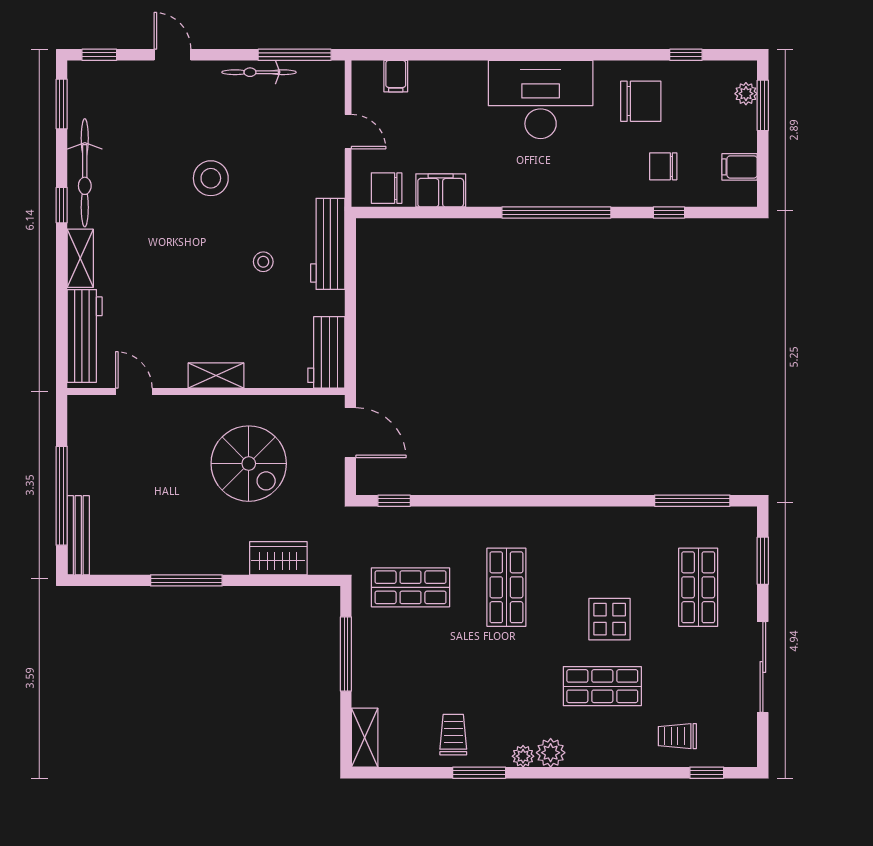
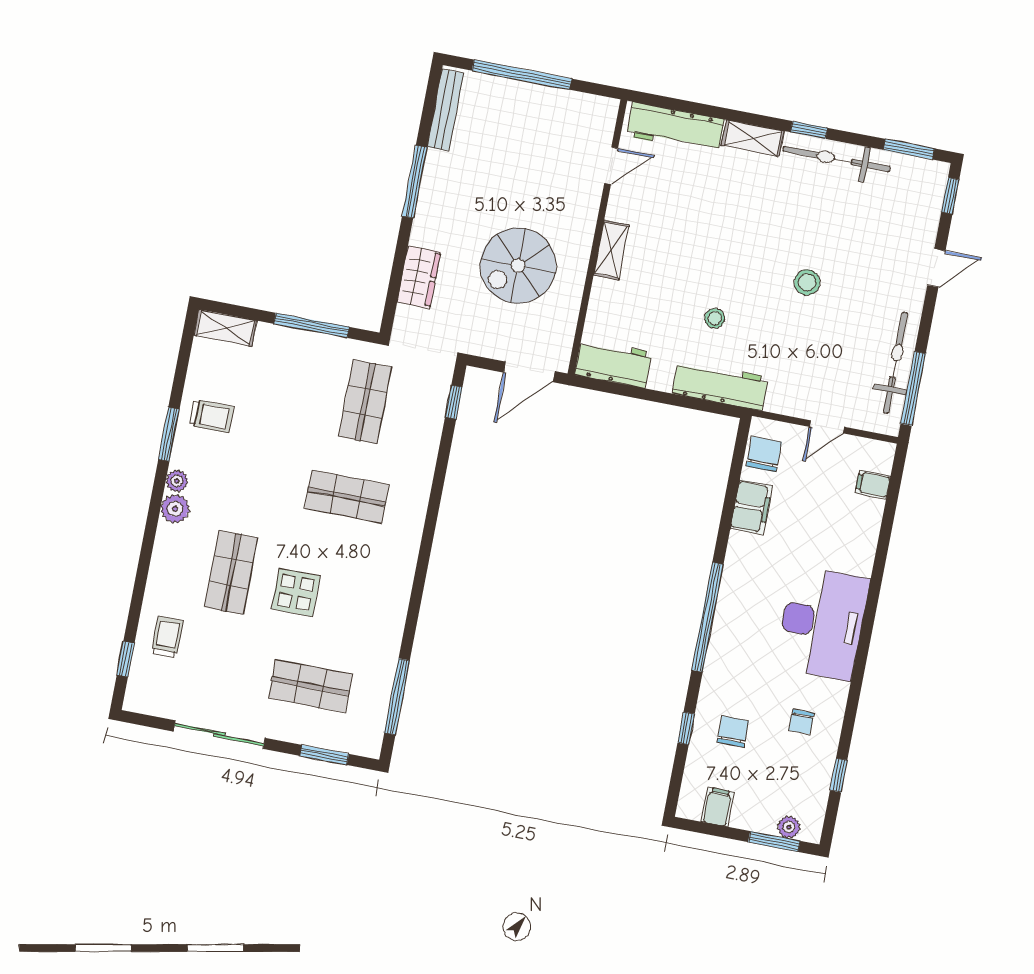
bicycle: (259, 72) -> (895, 363), width x1.37, depth x1.40
chair: (641, 101) -> (801, 722), width x0.54, depth x0.54
stool: (211, 178) -> (807, 282), width x0.73, depth x0.73
bench: (78, 535) -> (445, 110), moved, turned 90

